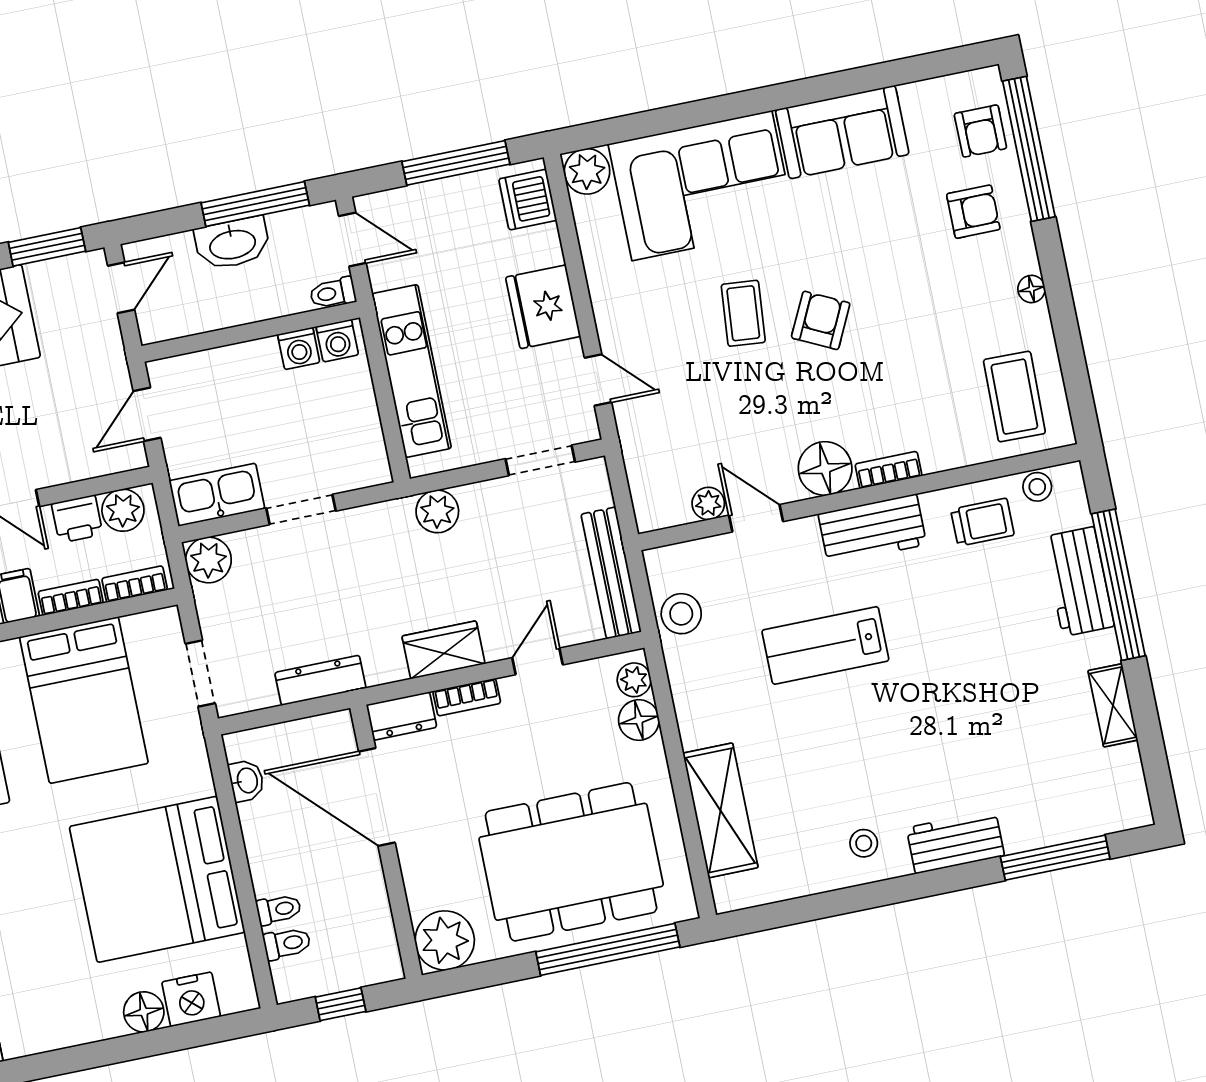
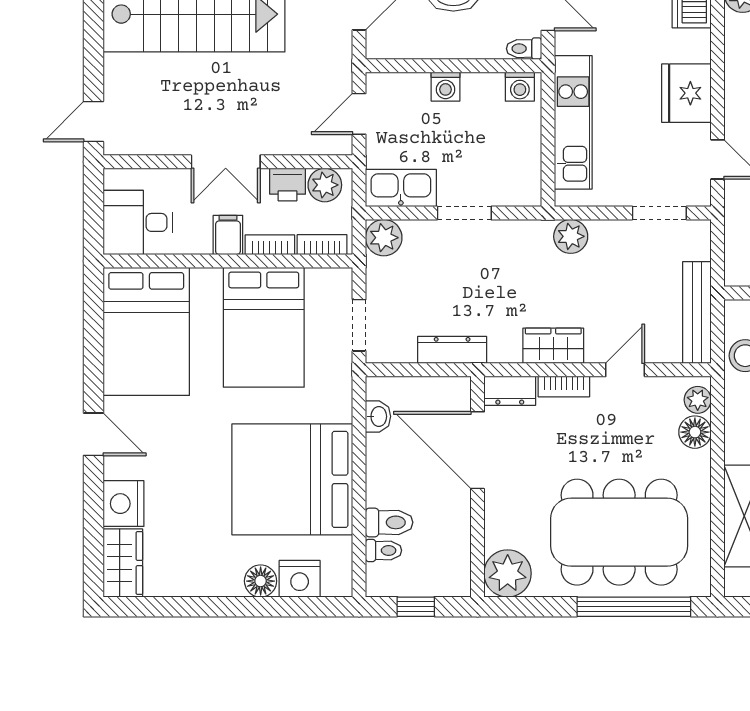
washing machine: (299, 348) -> (446, 87), moved
toilet: (279, 909) -> (389, 522), width x1.37, depth x1.39

